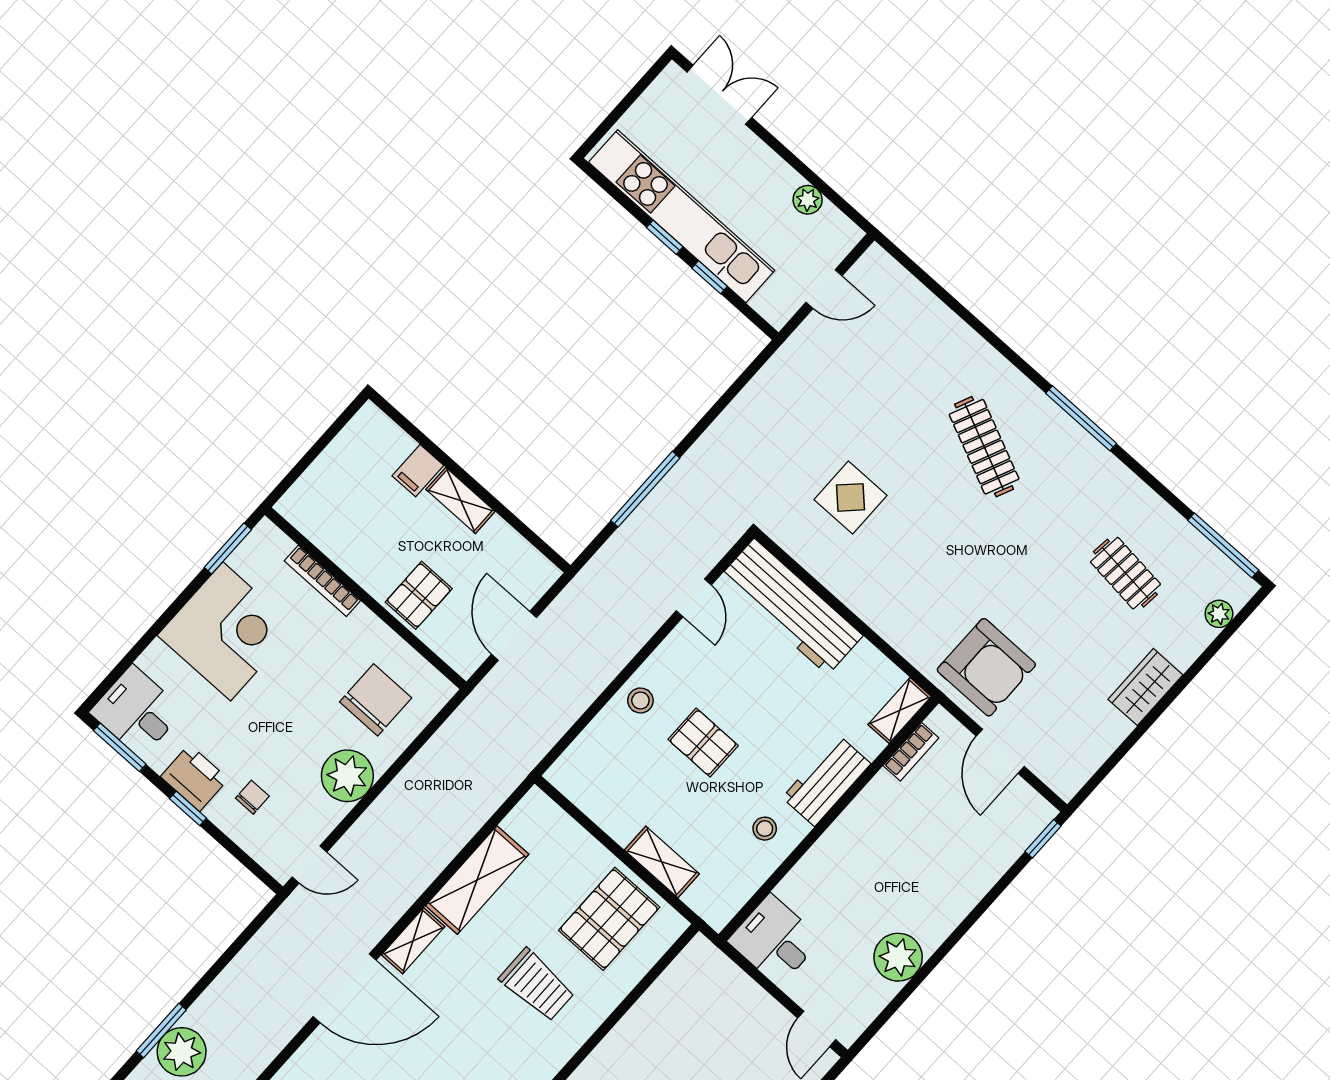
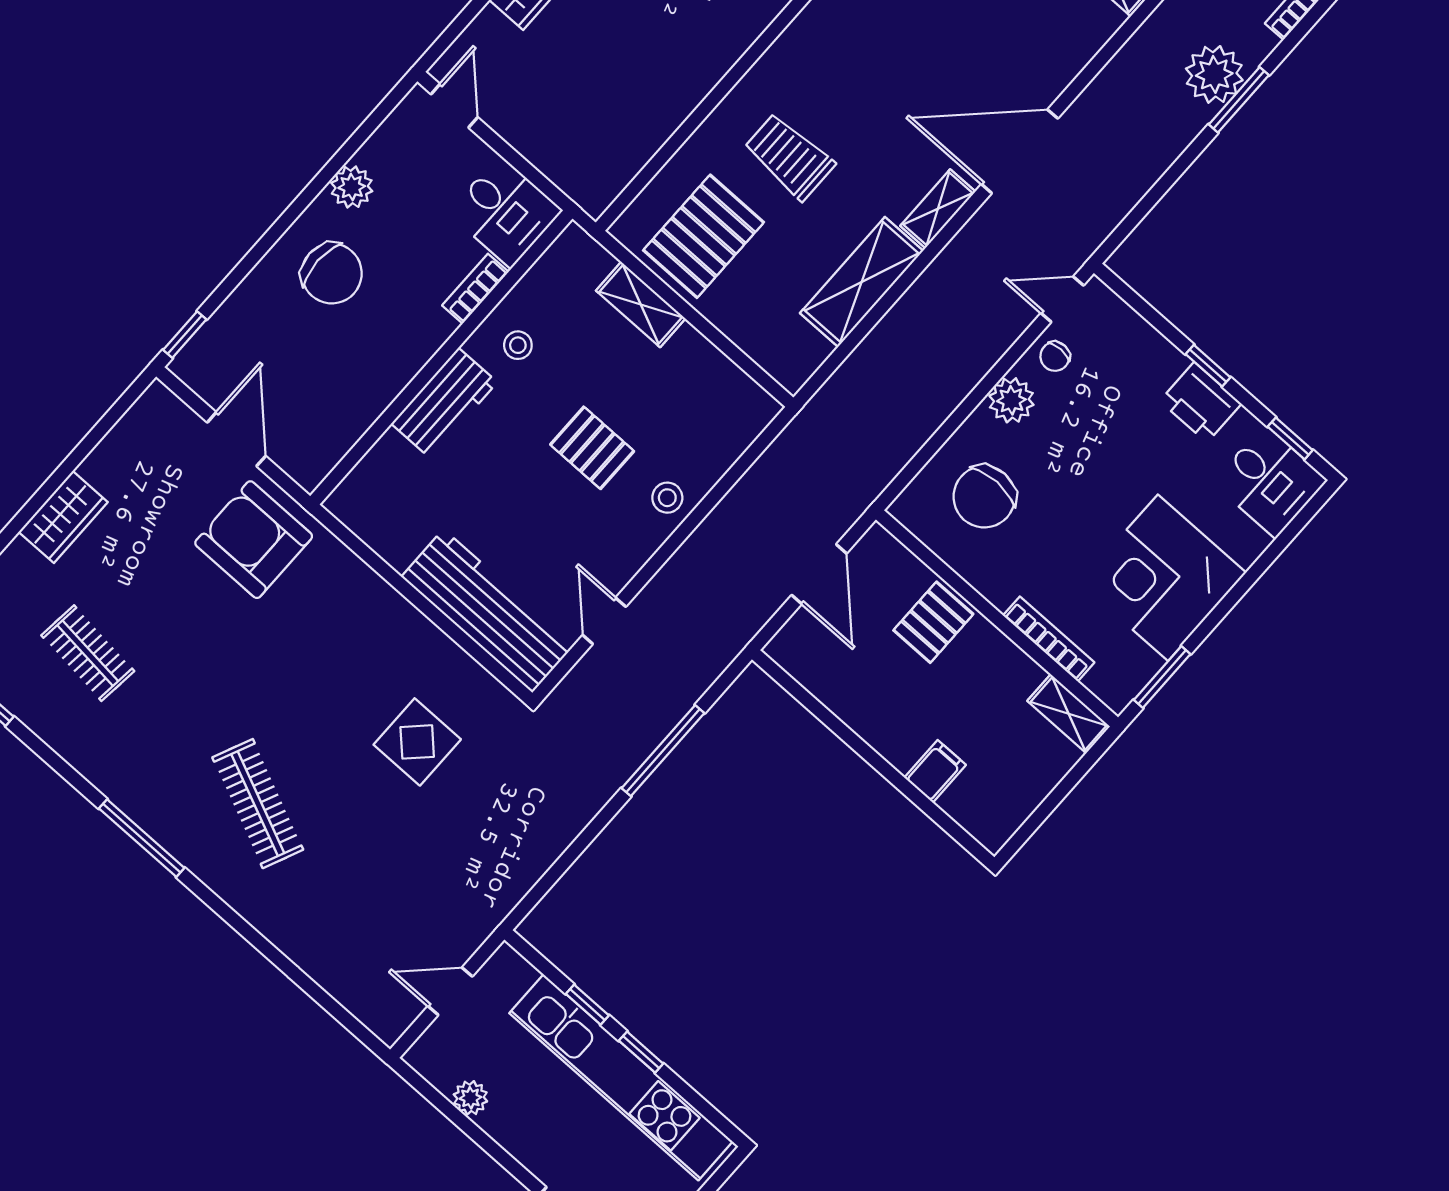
shelving: (461, 500) -> (1069, 714), moved
shelving: (900, 710) -> (357, 487), removed
window: (120, 747) -> (1290, 438), width x0.67
bookcase: (911, 752) -> (475, 289), moved
plant: (347, 776) -> (1011, 400), width x0.73, depth x0.73
chair: (252, 797) -> (1055, 356), moved
chair: (920, 889) -> (332, 273), added
plant: (898, 957) -> (352, 187), width x0.73, depth x0.73

